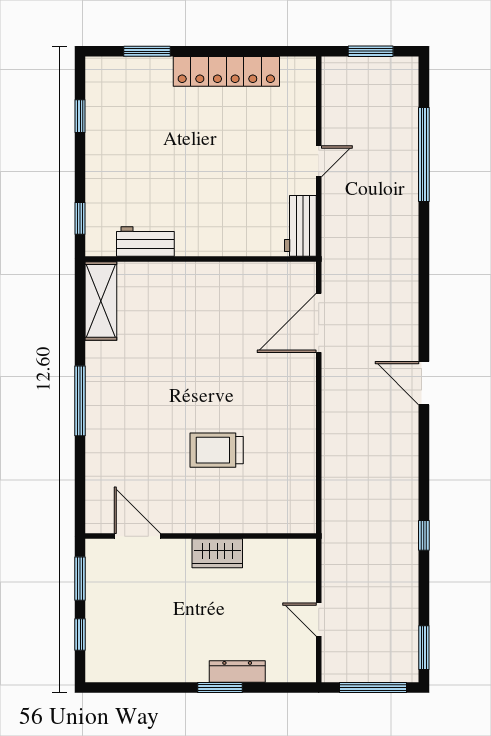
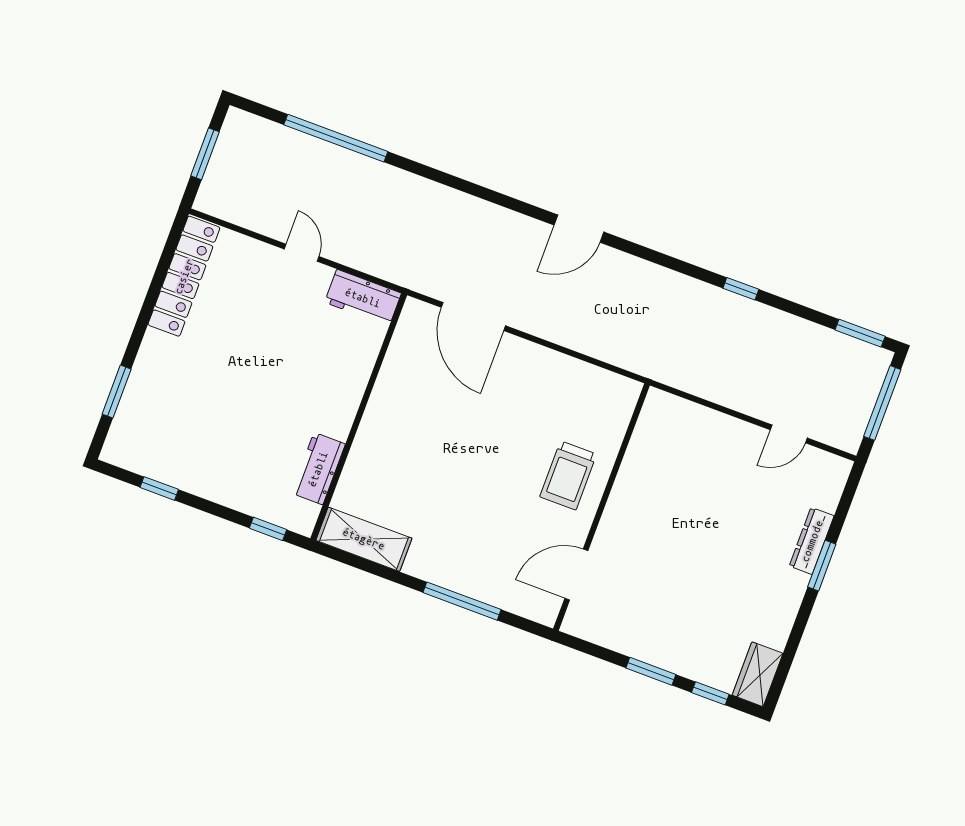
locker: (226, 71) -> (184, 276), moved
door: (137, 536) -> (576, 574), moved
wall: (201, 536) -> (601, 507), moved
wardrobe: (217, 553) -> (758, 674), moved, turned 180

